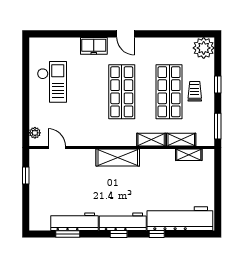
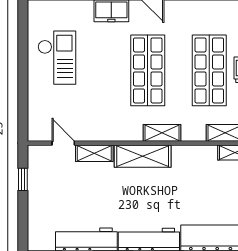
plant: (35, 133) -> (35, 124), removed
shelving: (151, 140) -> (162, 133), moved
shelving: (81, 155) -> (94, 153), added

